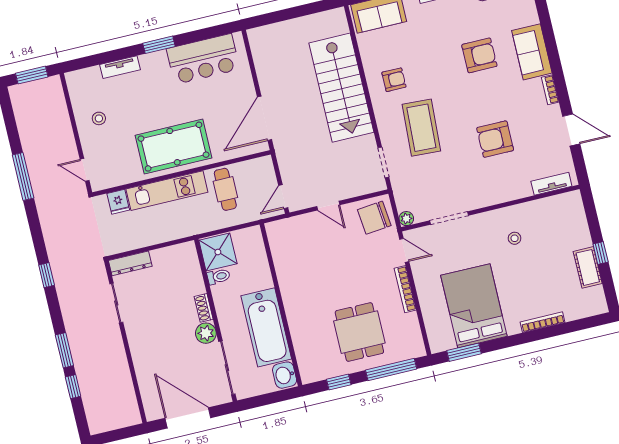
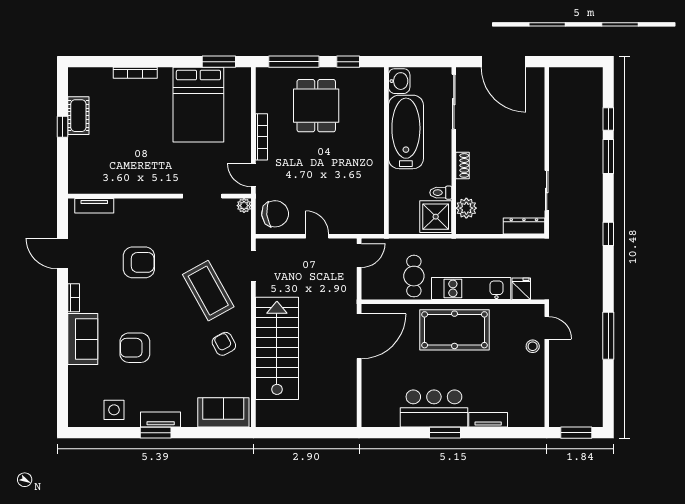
bar counter: (203, 59) -> (434, 408), moved
armchair: (394, 80) -> (224, 344), turned 61
stool: (99, 118) -> (533, 346), moved
coffee table: (421, 128) -> (208, 291), turned -32
stool: (515, 238) -> (143, 161), removed
plant: (206, 333) -> (466, 208), moved

